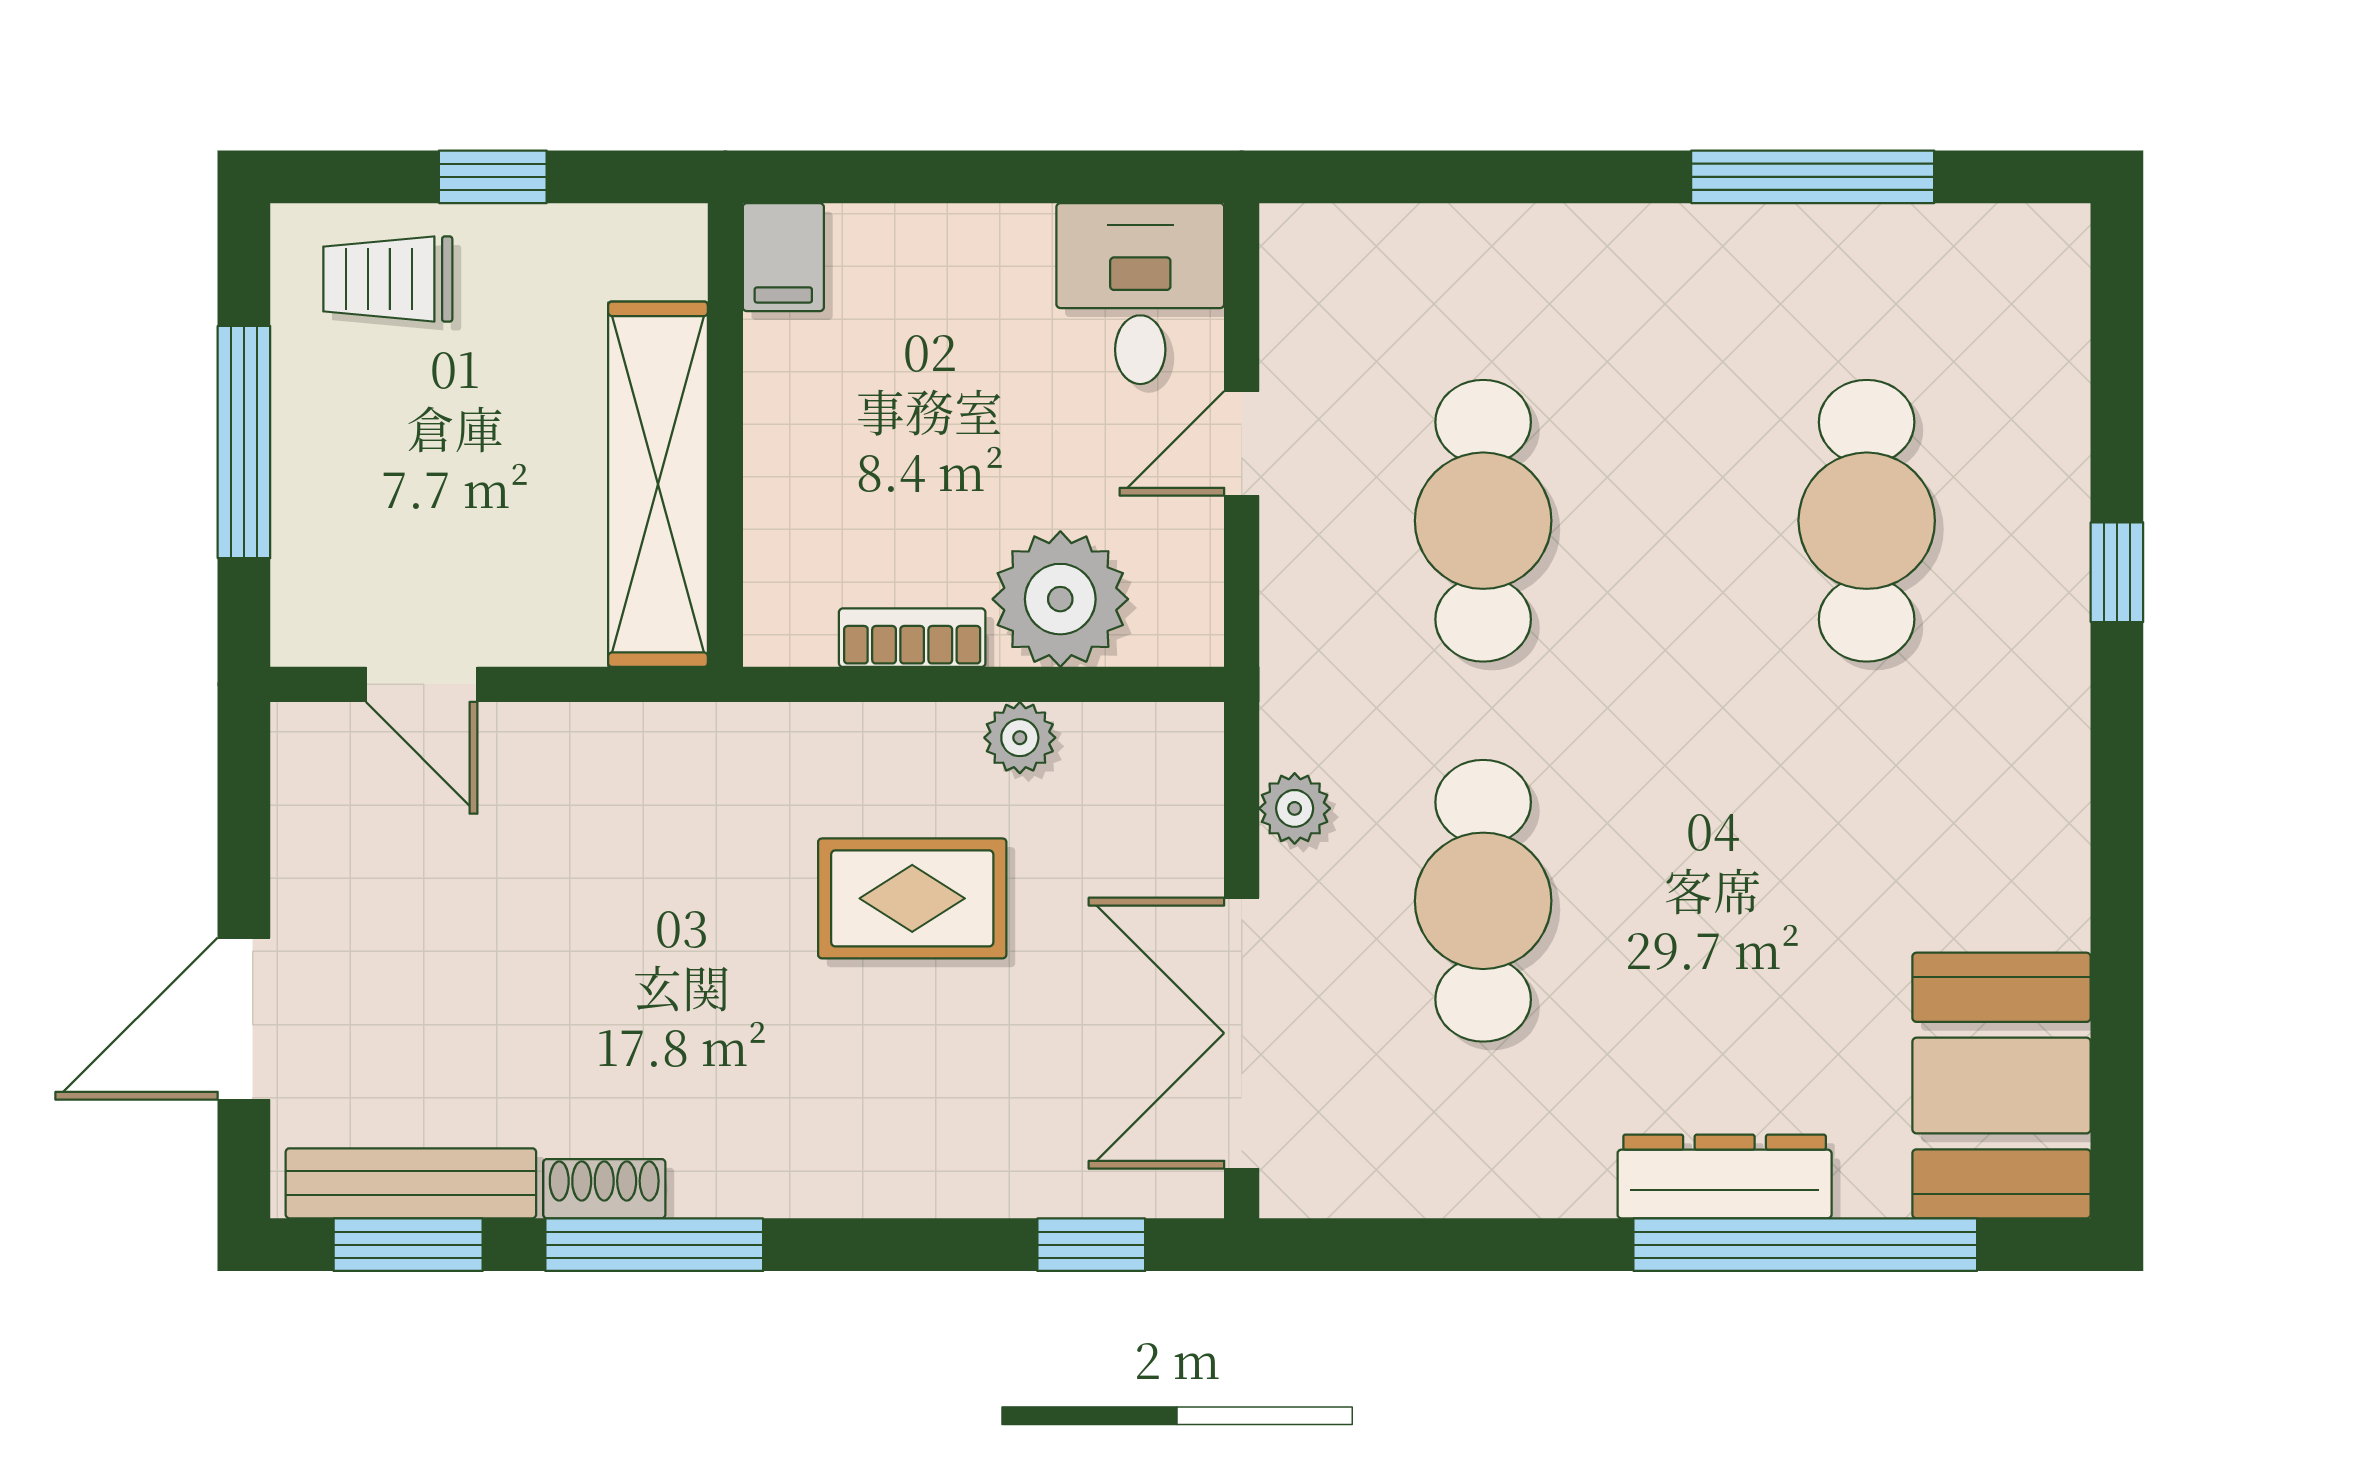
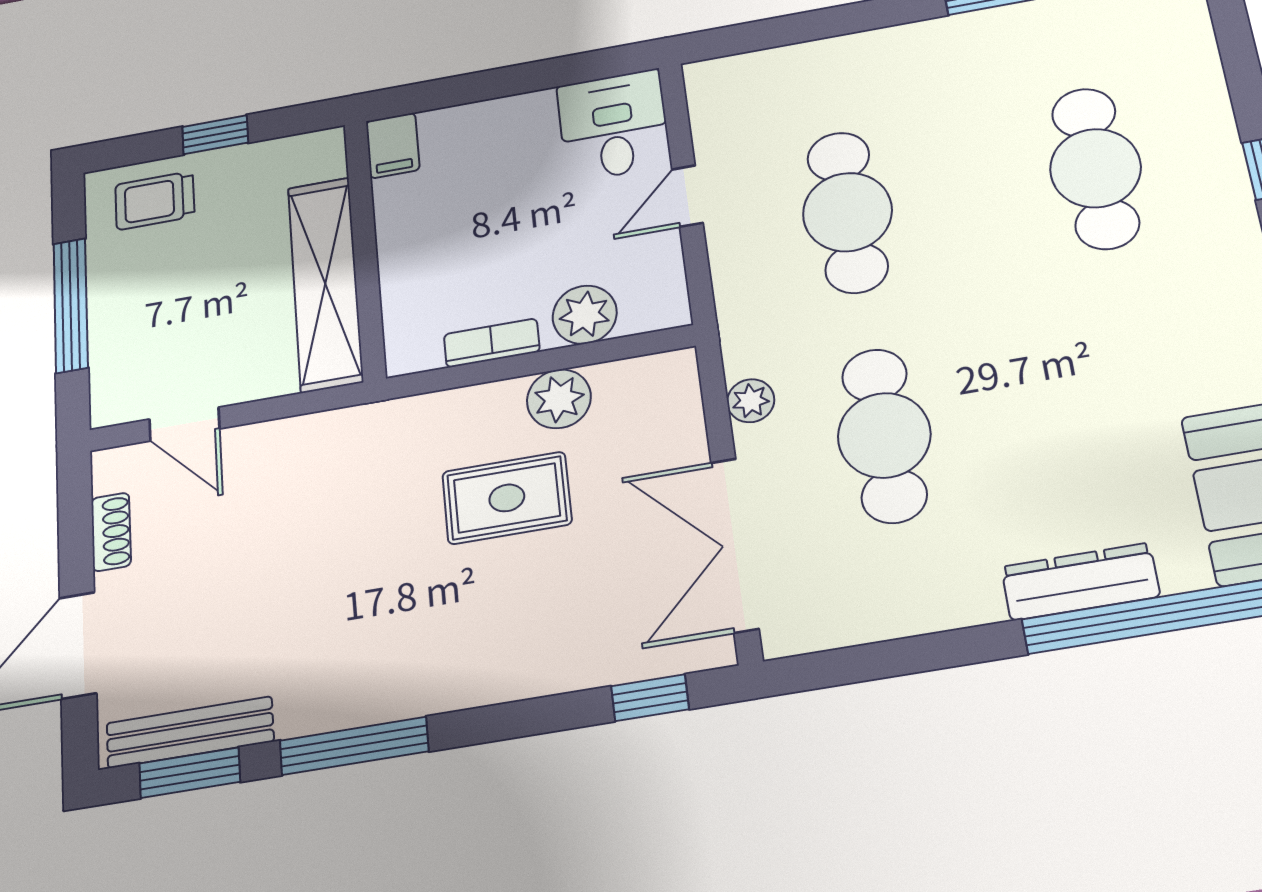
plant: (1060, 599) -> (585, 315), width x0.73, depth x0.73
plant: (1020, 738) -> (559, 399), width x1.38, depth x1.38
shoe rack: (604, 1189) -> (111, 532), moved, turned 90

